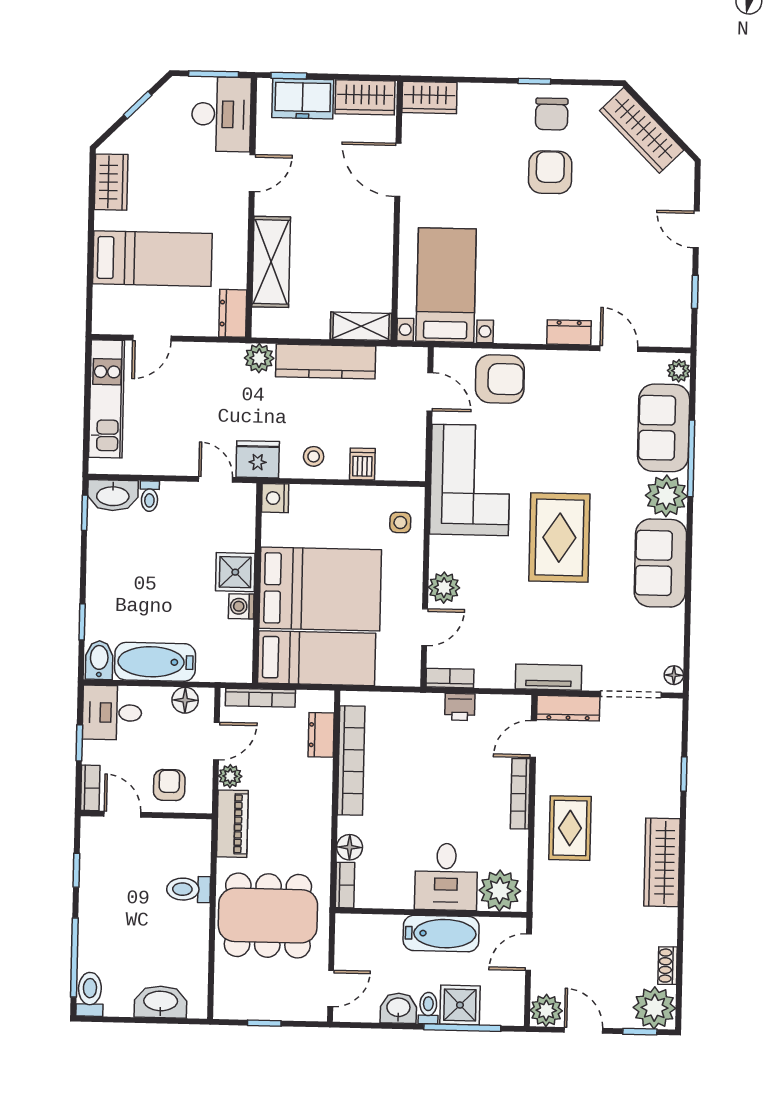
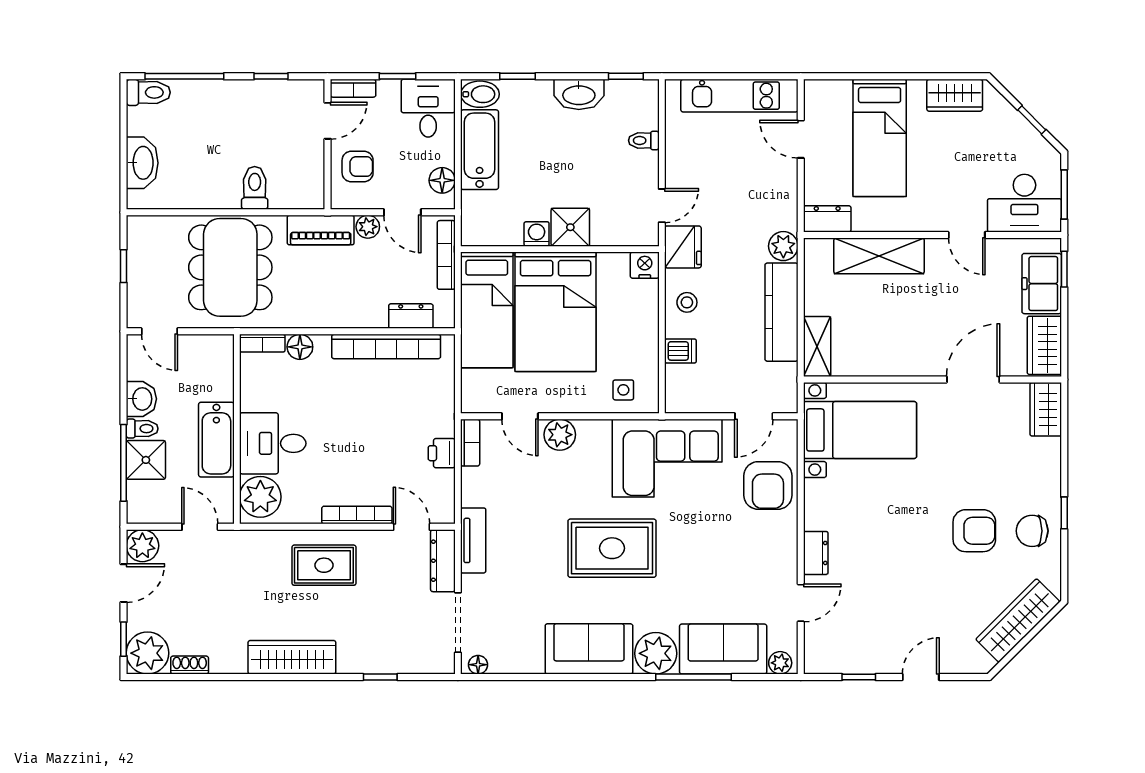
washbasin: (113, 495) -> (579, 94), moved, turned -90

